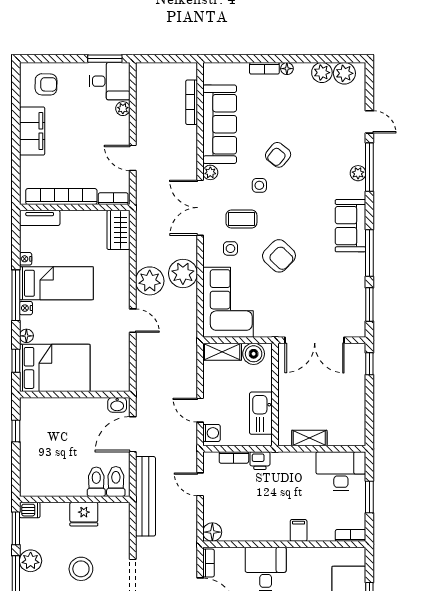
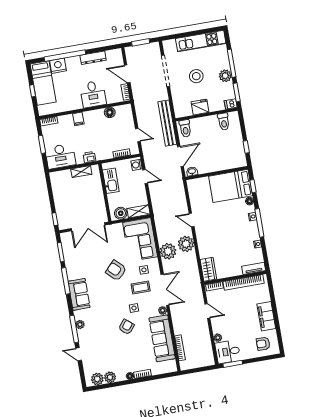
bed: (56, 283) -> (238, 233), removed
double door: (315, 340) -> (88, 227), swing flipped
printer: (260, 461) -> (89, 157), moved
toilet: (96, 482) -> (224, 122), moved
floor lamp: (212, 532) -> (110, 112), moved

